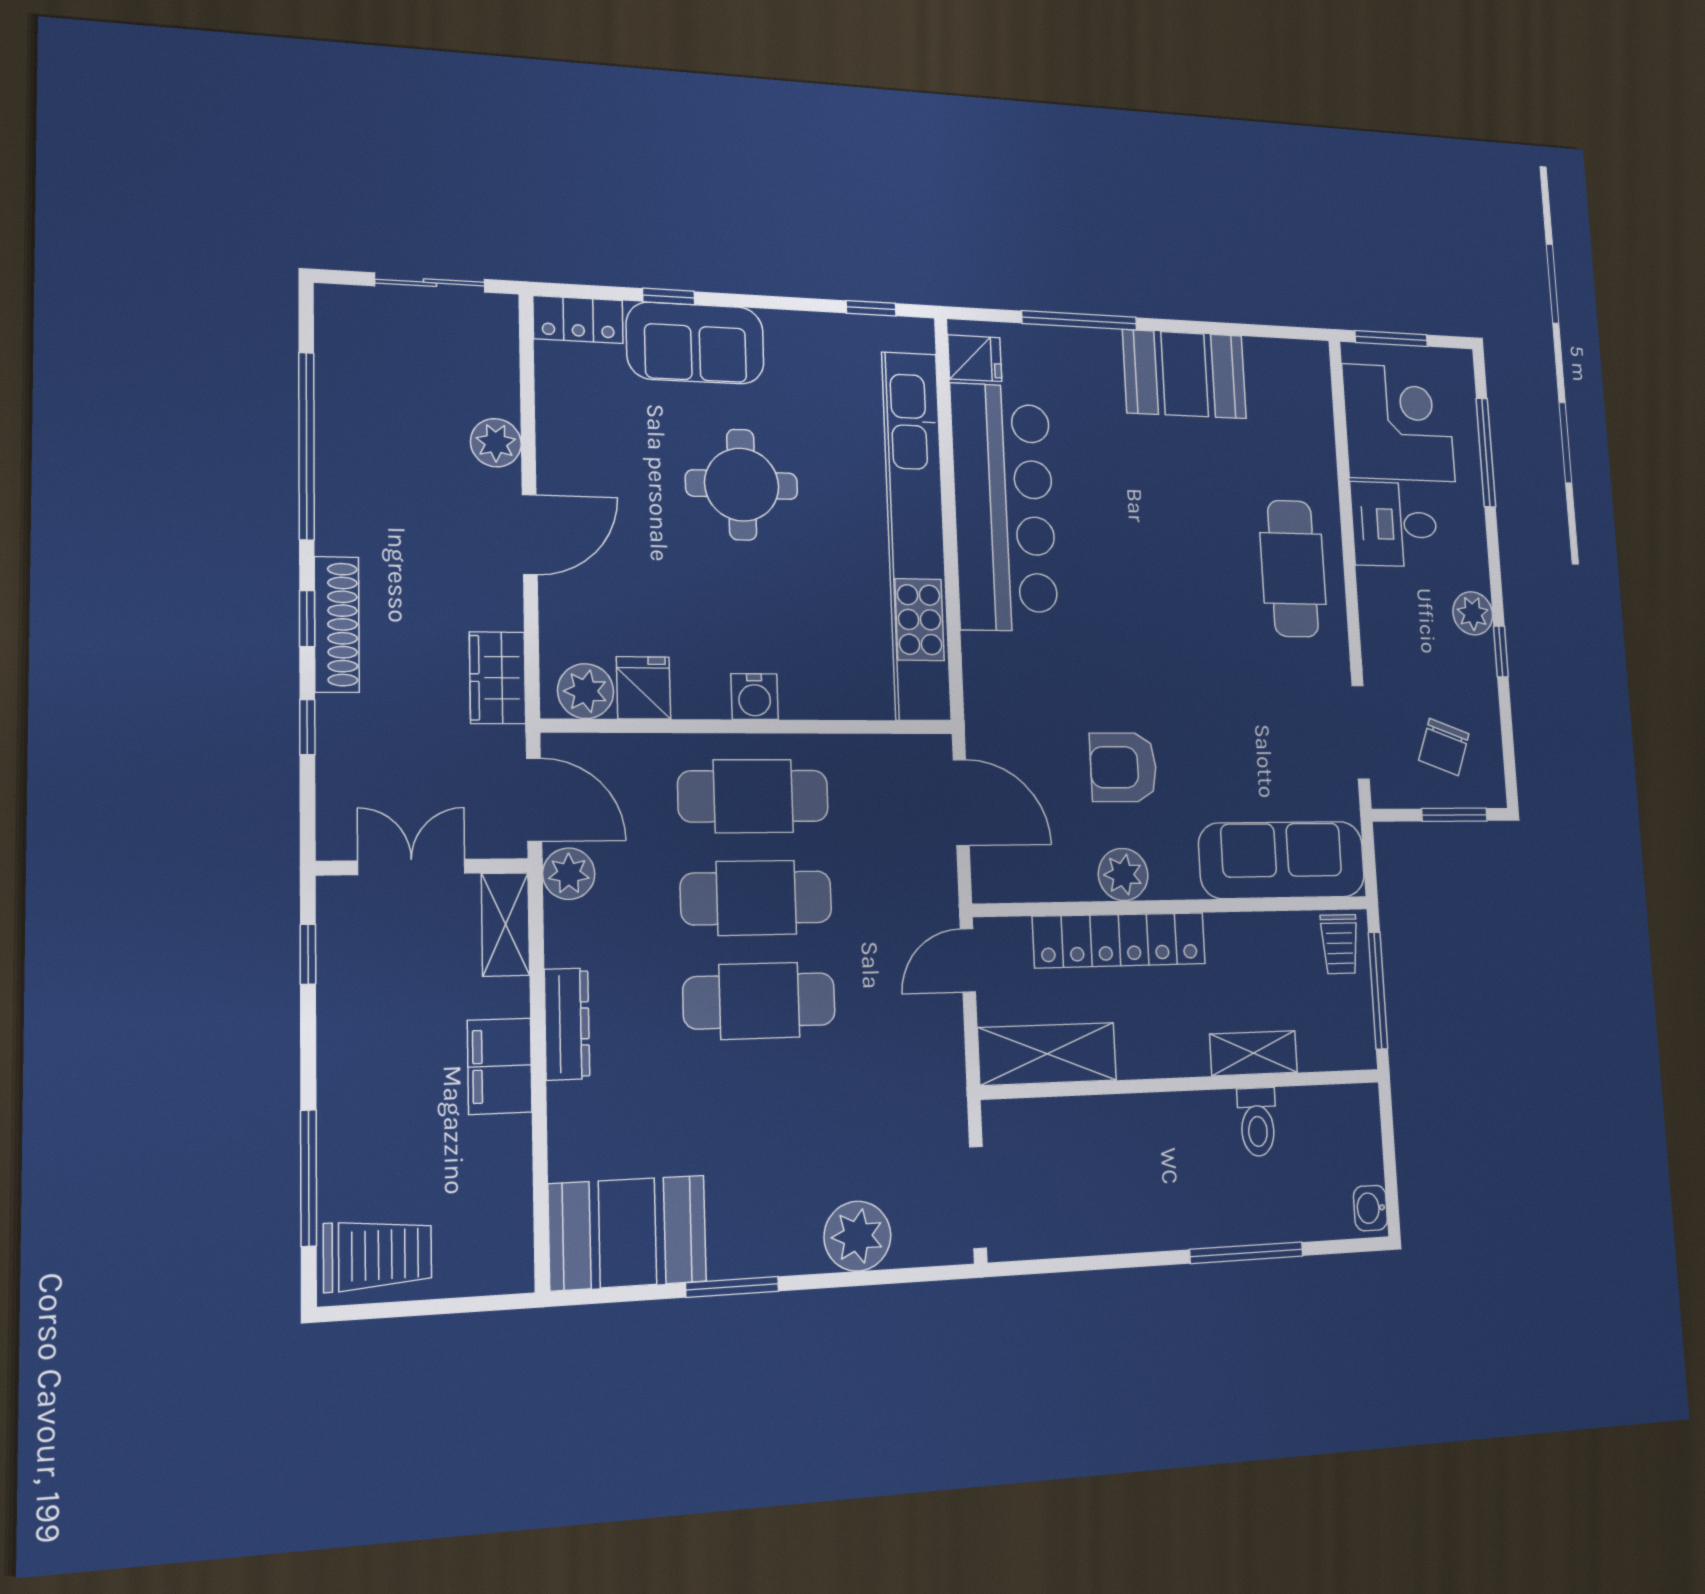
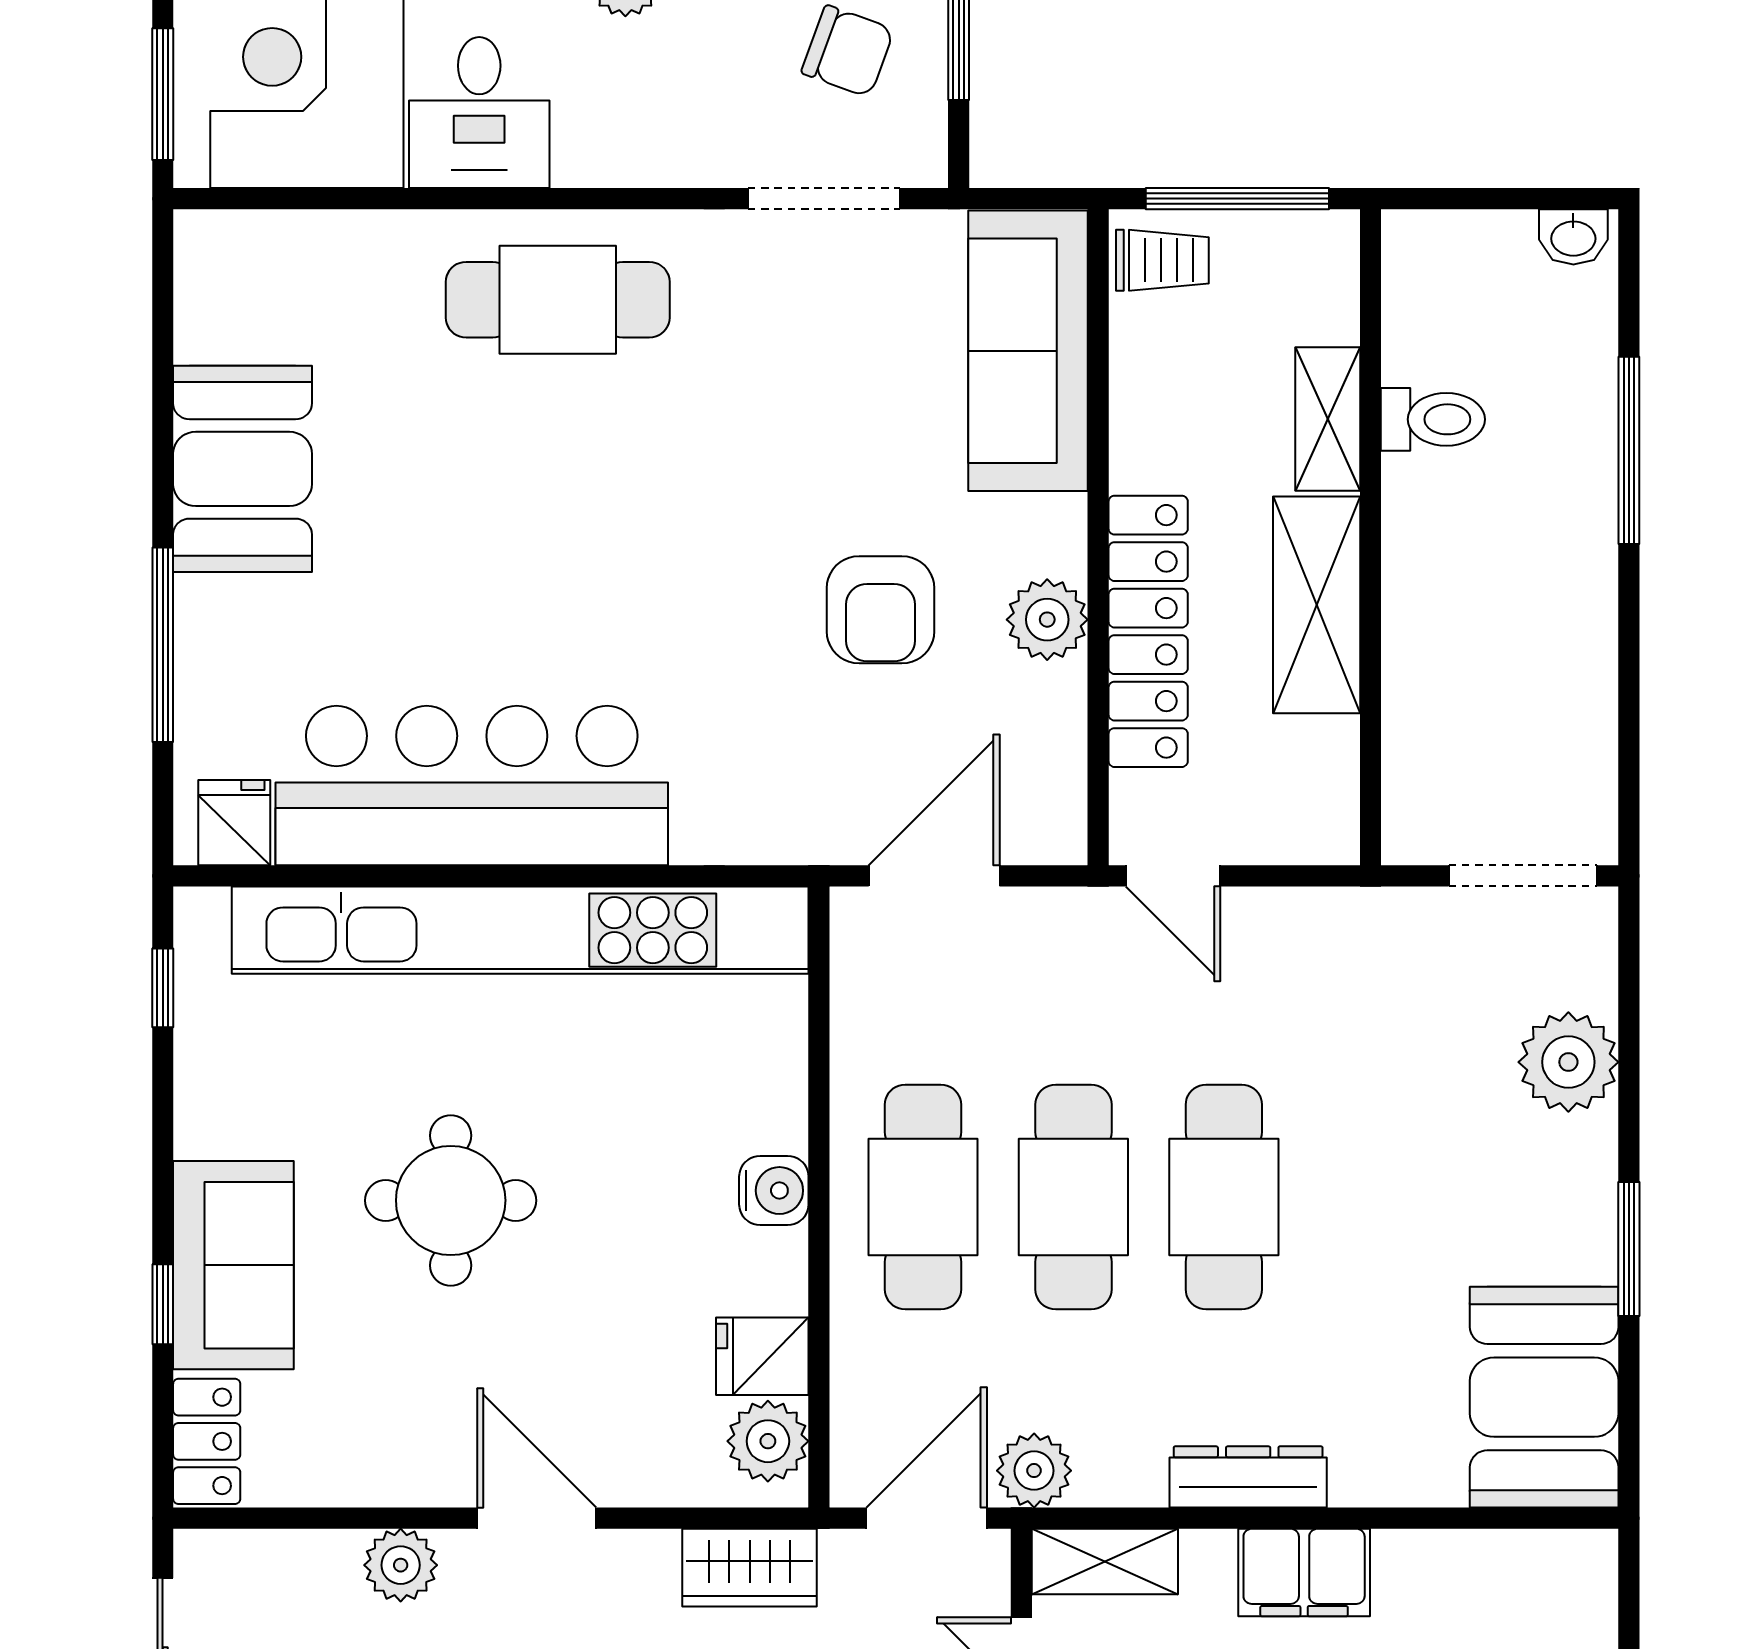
shelving: (1047, 1054) -> (1317, 605), moved

